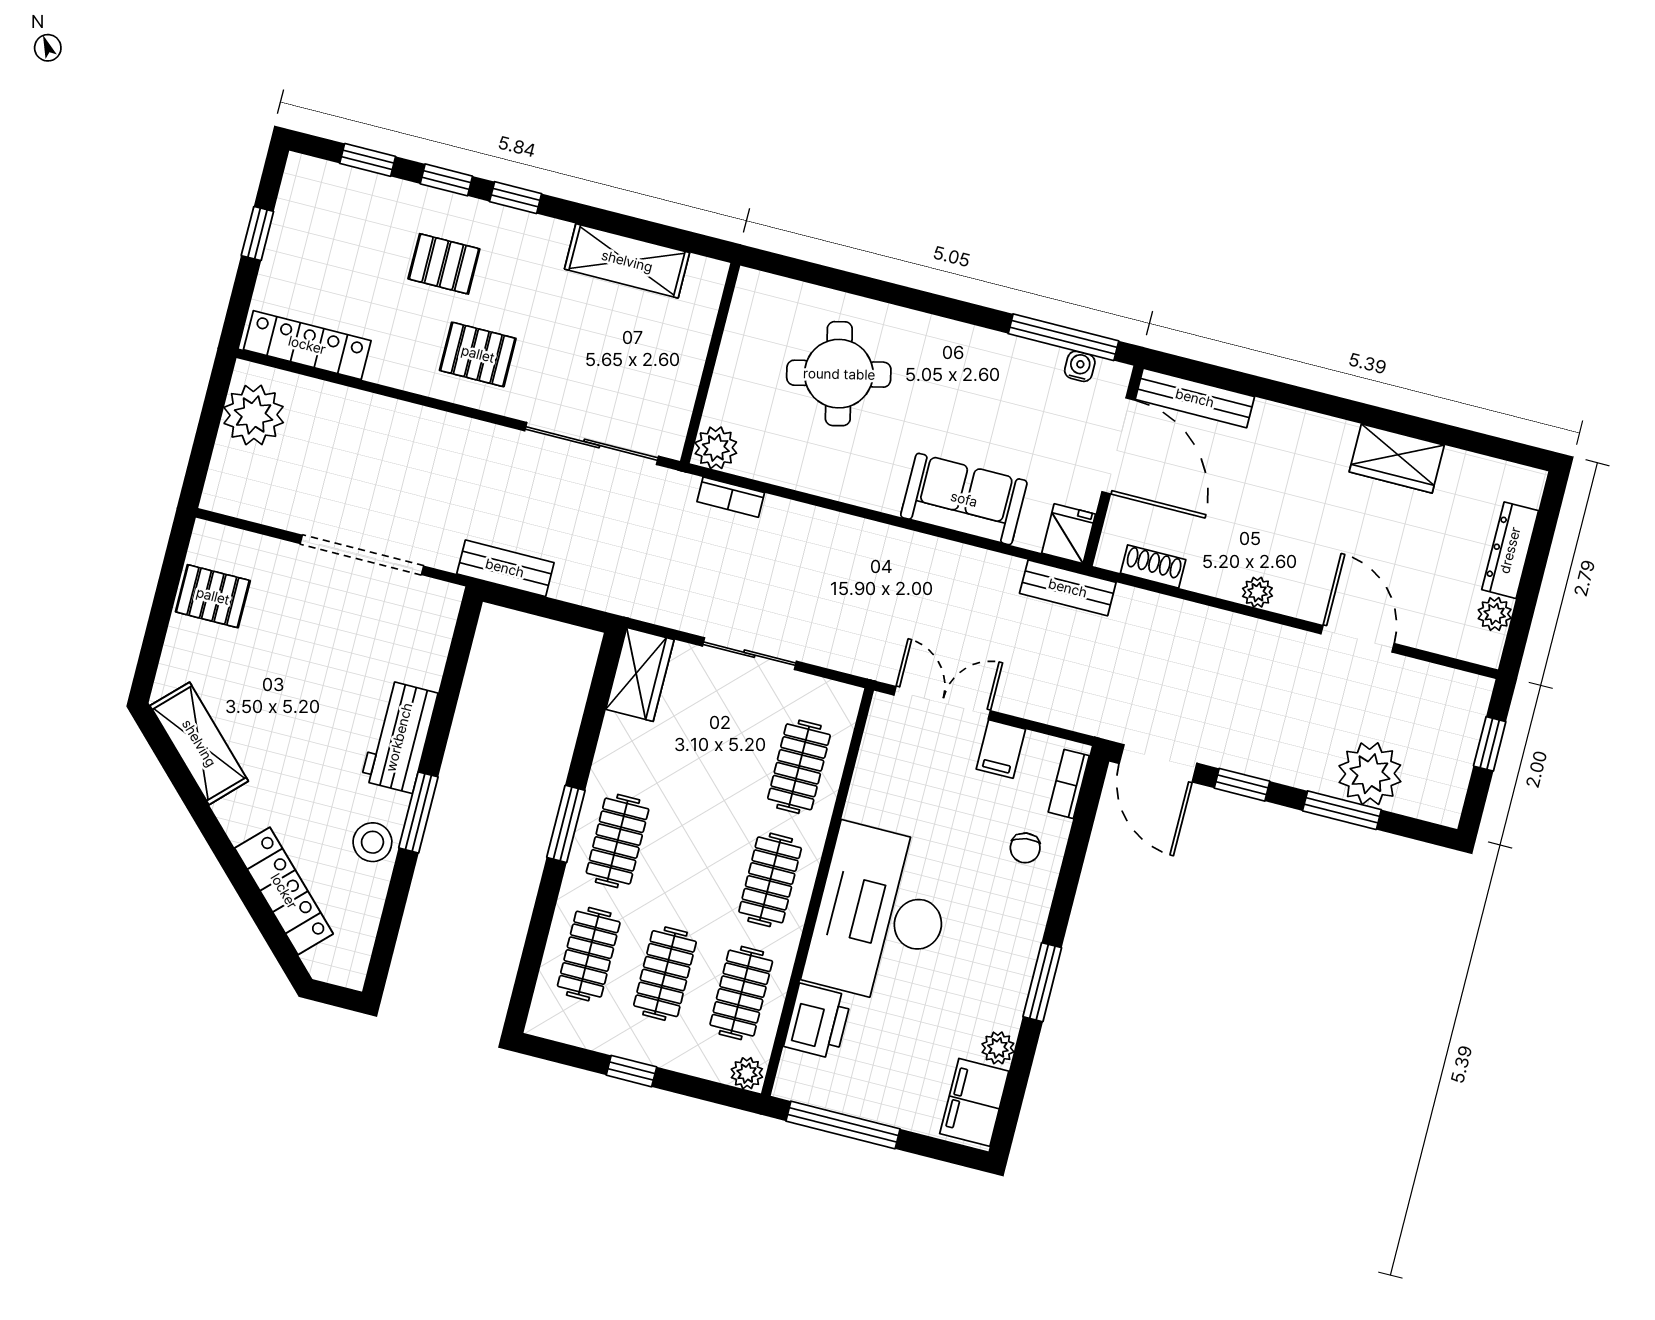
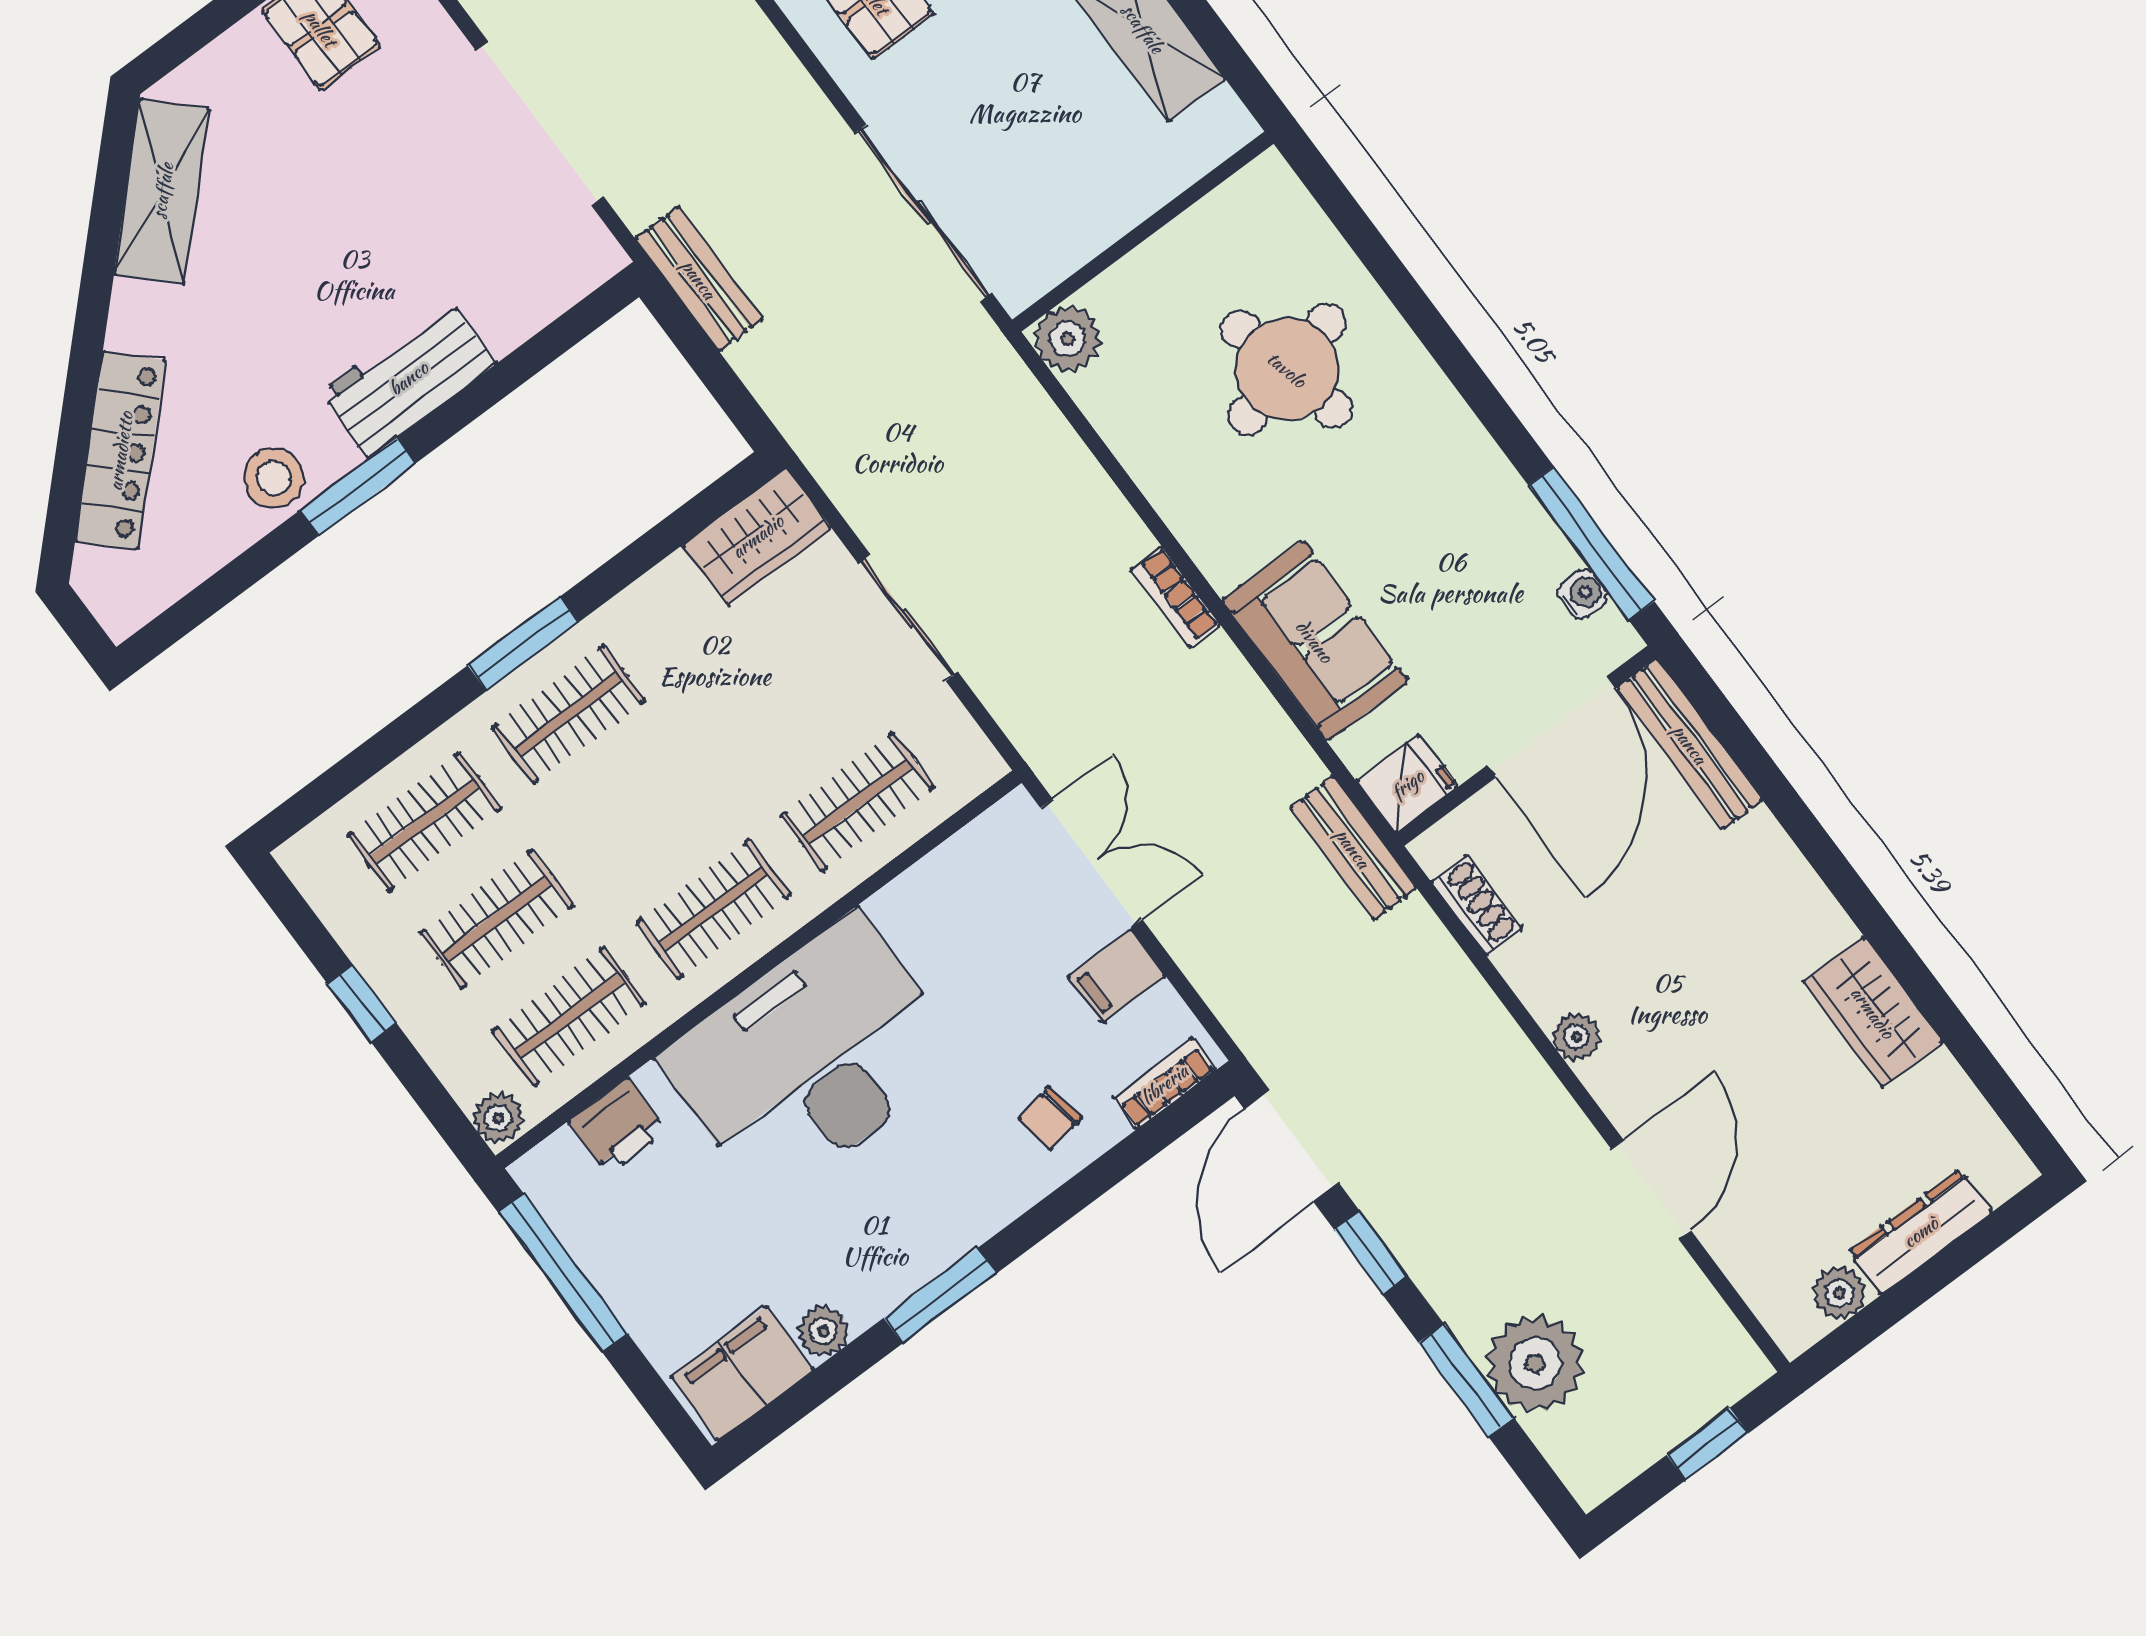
bookcase: (731, 497) -> (1175, 597), moved
printer: (818, 1021) -> (618, 1126), width x0.73, depth x0.81

